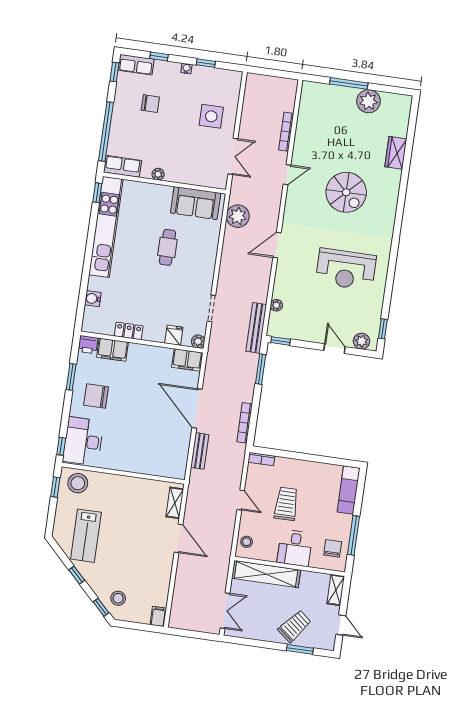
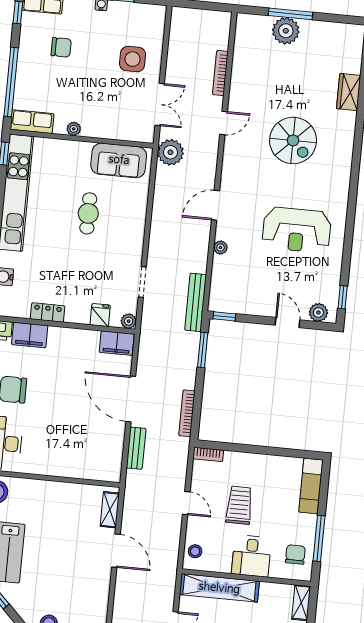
plant: (368, 101) -> (286, 31), moved
plant: (238, 216) -> (170, 152), moved
plant: (276, 305) -> (220, 247), moved

